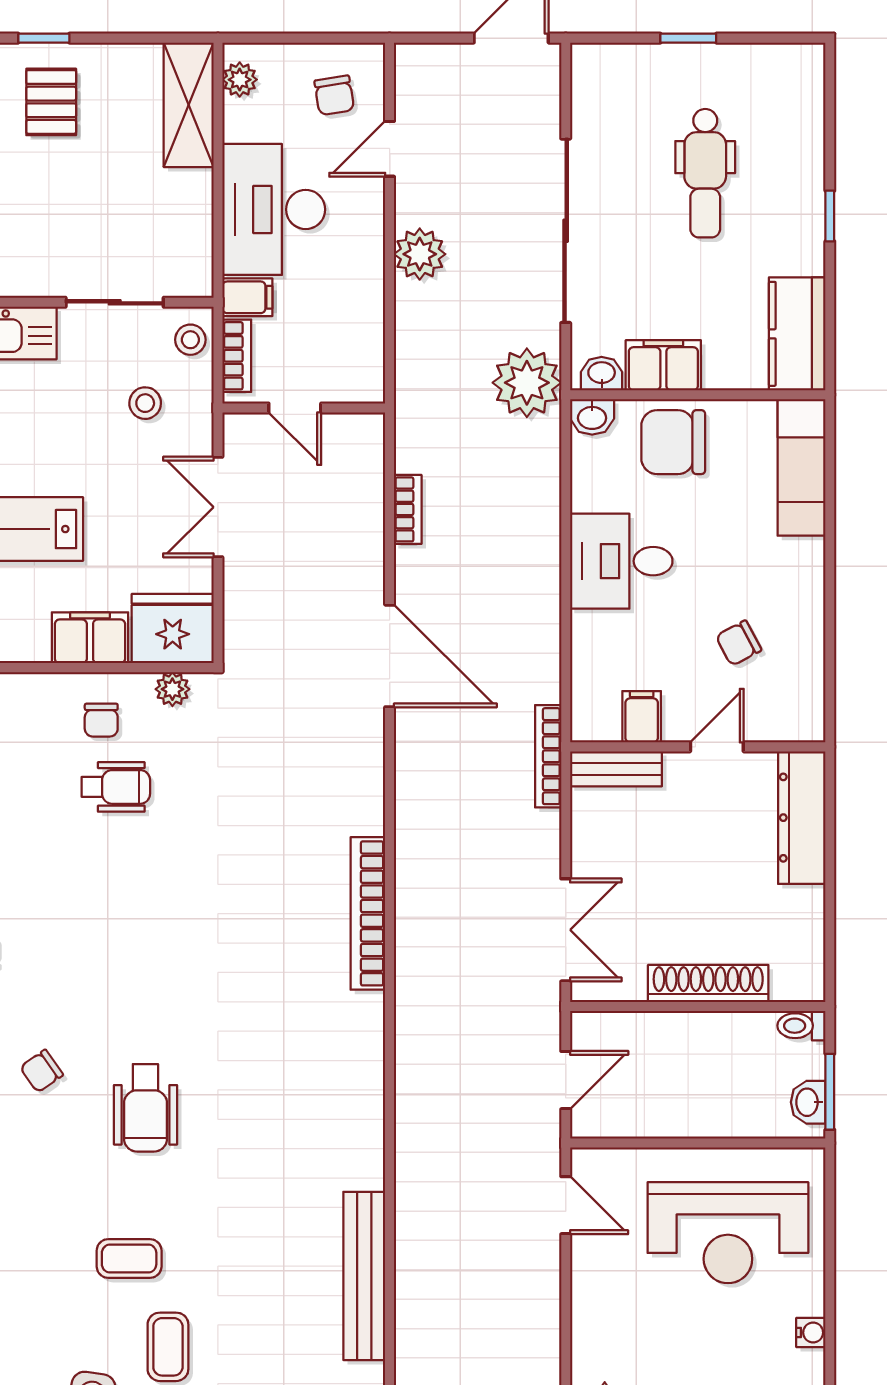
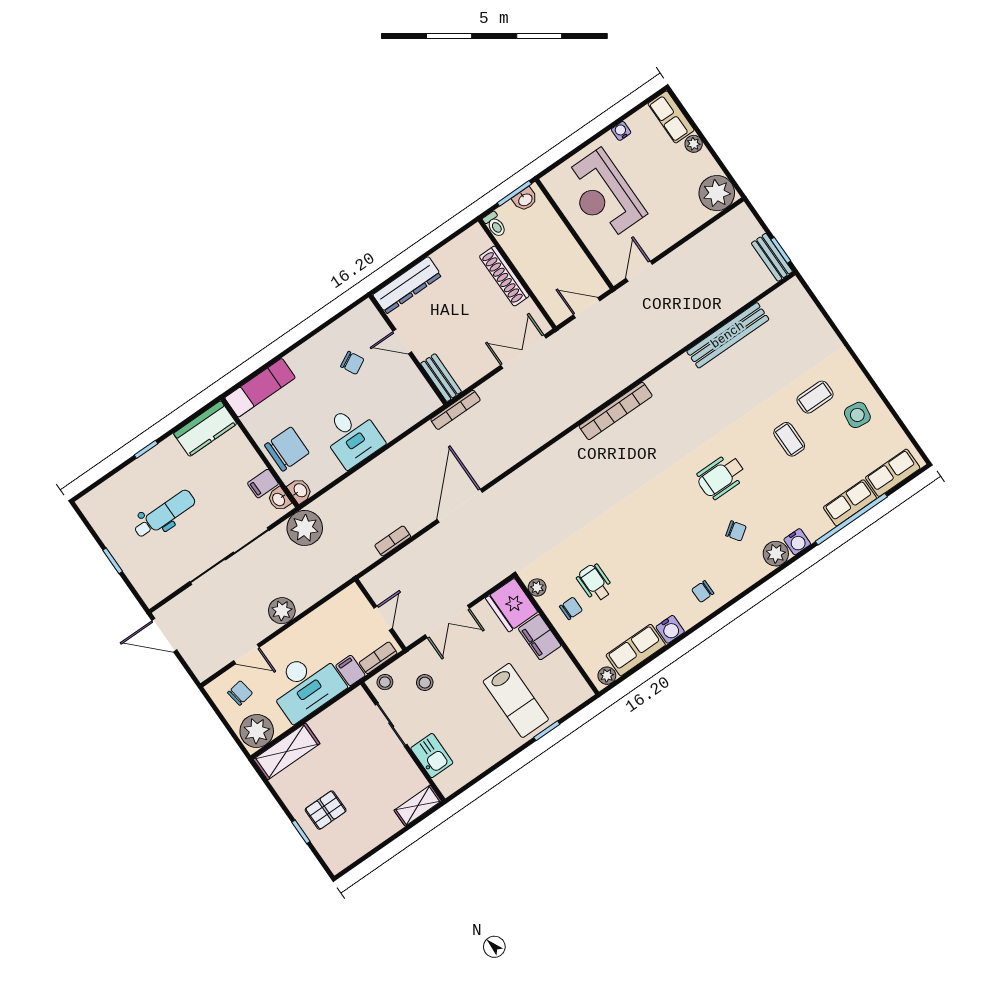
plant: (240, 80) -> (257, 731), width x1.87, depth x1.87
filing cabinet: (663, 365) -> (263, 484), width x0.50
chair: (673, 442) -> (287, 449), turned -90
filing cabinet: (642, 717) -> (412, 382), removed
bookcase: (368, 913) -> (616, 411), moved
wheelchair: (145, 1108) -> (721, 476), turned 180
reception desk: (728, 1233) -> (603, 195), turned 180

